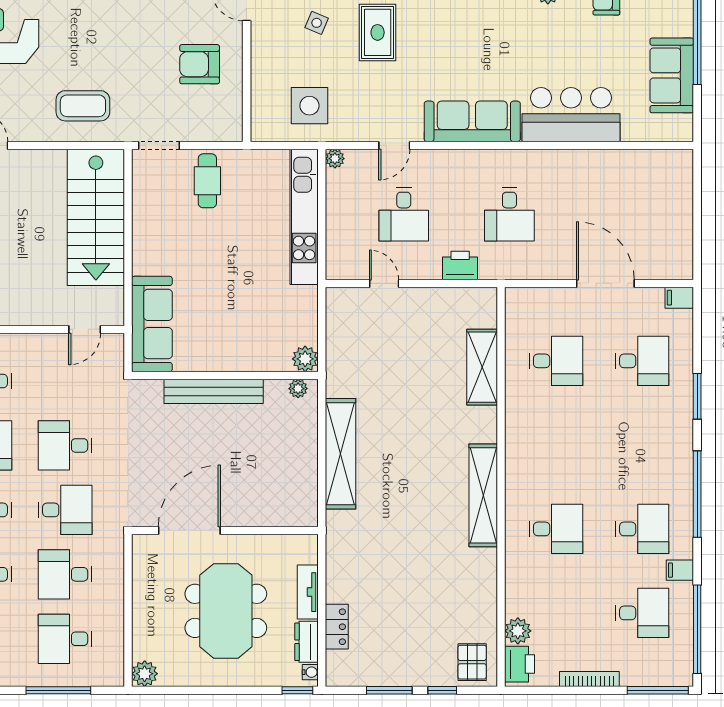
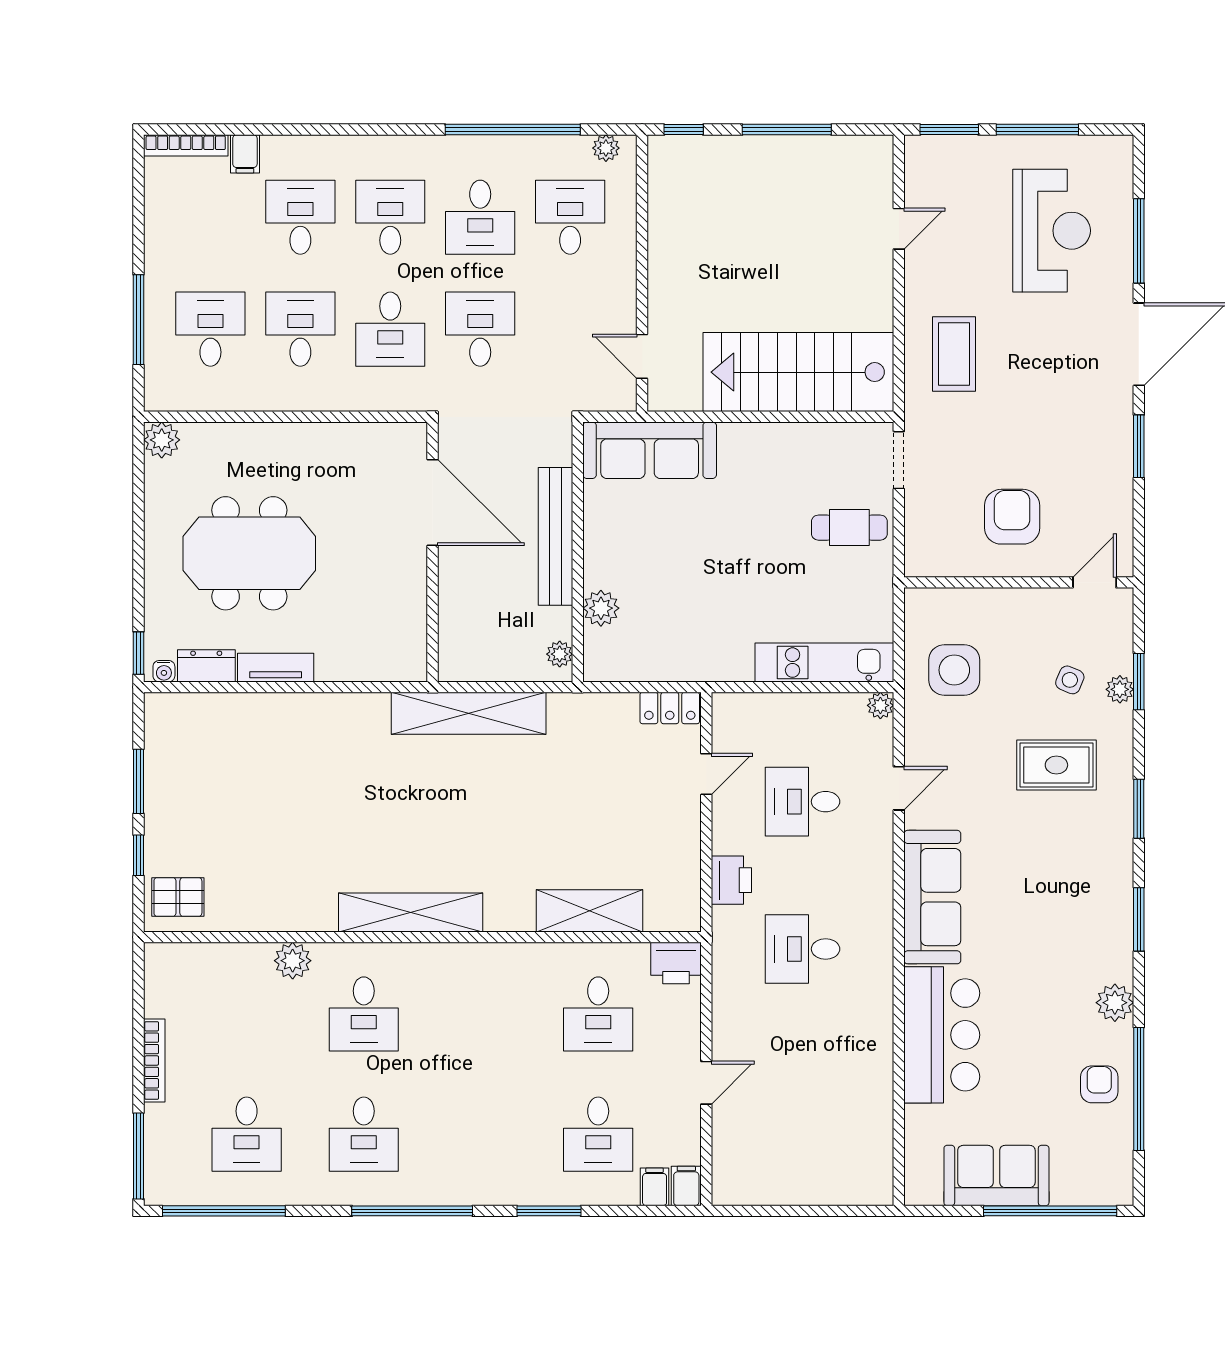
door: (394, 145) -> (899, 788), swing flipped
kitchen unit: (304, 217) -> (824, 663), width x0.73
door: (605, 283) -> (706, 1083), width x0.53
plant: (305, 359) -> (601, 608), moved
door: (189, 530) -> (433, 503), moved
wall: (225, 530) -> (433, 552), moved
filing cabinet: (680, 570) -> (655, 1187), moved
locker: (337, 627) -> (670, 708), moved
plant: (518, 631) -> (293, 961), moved
printer: (519, 664) -> (676, 963), moved

